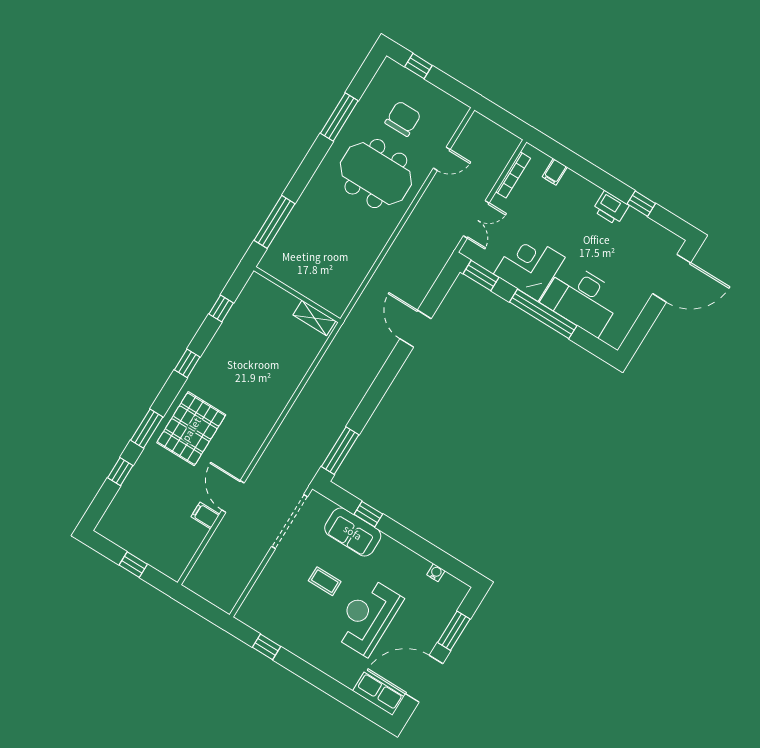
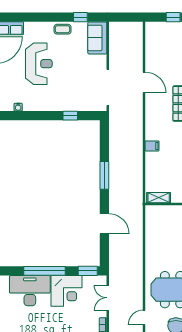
window: (340, 451) -> (104, 175), moved
filing cabinet: (205, 516) -> (152, 146), moved
sofa: (353, 532) -> (97, 38), moved, turned -90
coffee table: (325, 581) -> (63, 29), moved

